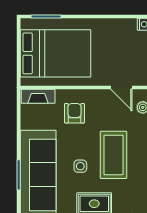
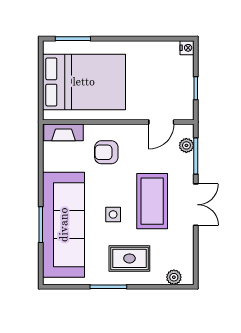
door: (121, 87) -> (161, 122), hinge flipped
armchair: (74, 113) -> (106, 152), turned -90

